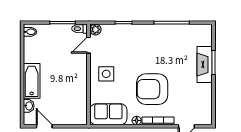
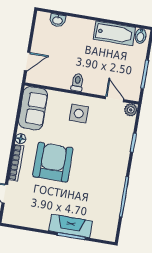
toilet: (80, 29) -> (77, 82), moved
bathtub: (32, 81) -> (114, 33), moved
door: (44, 126) -> (27, 61), moved

